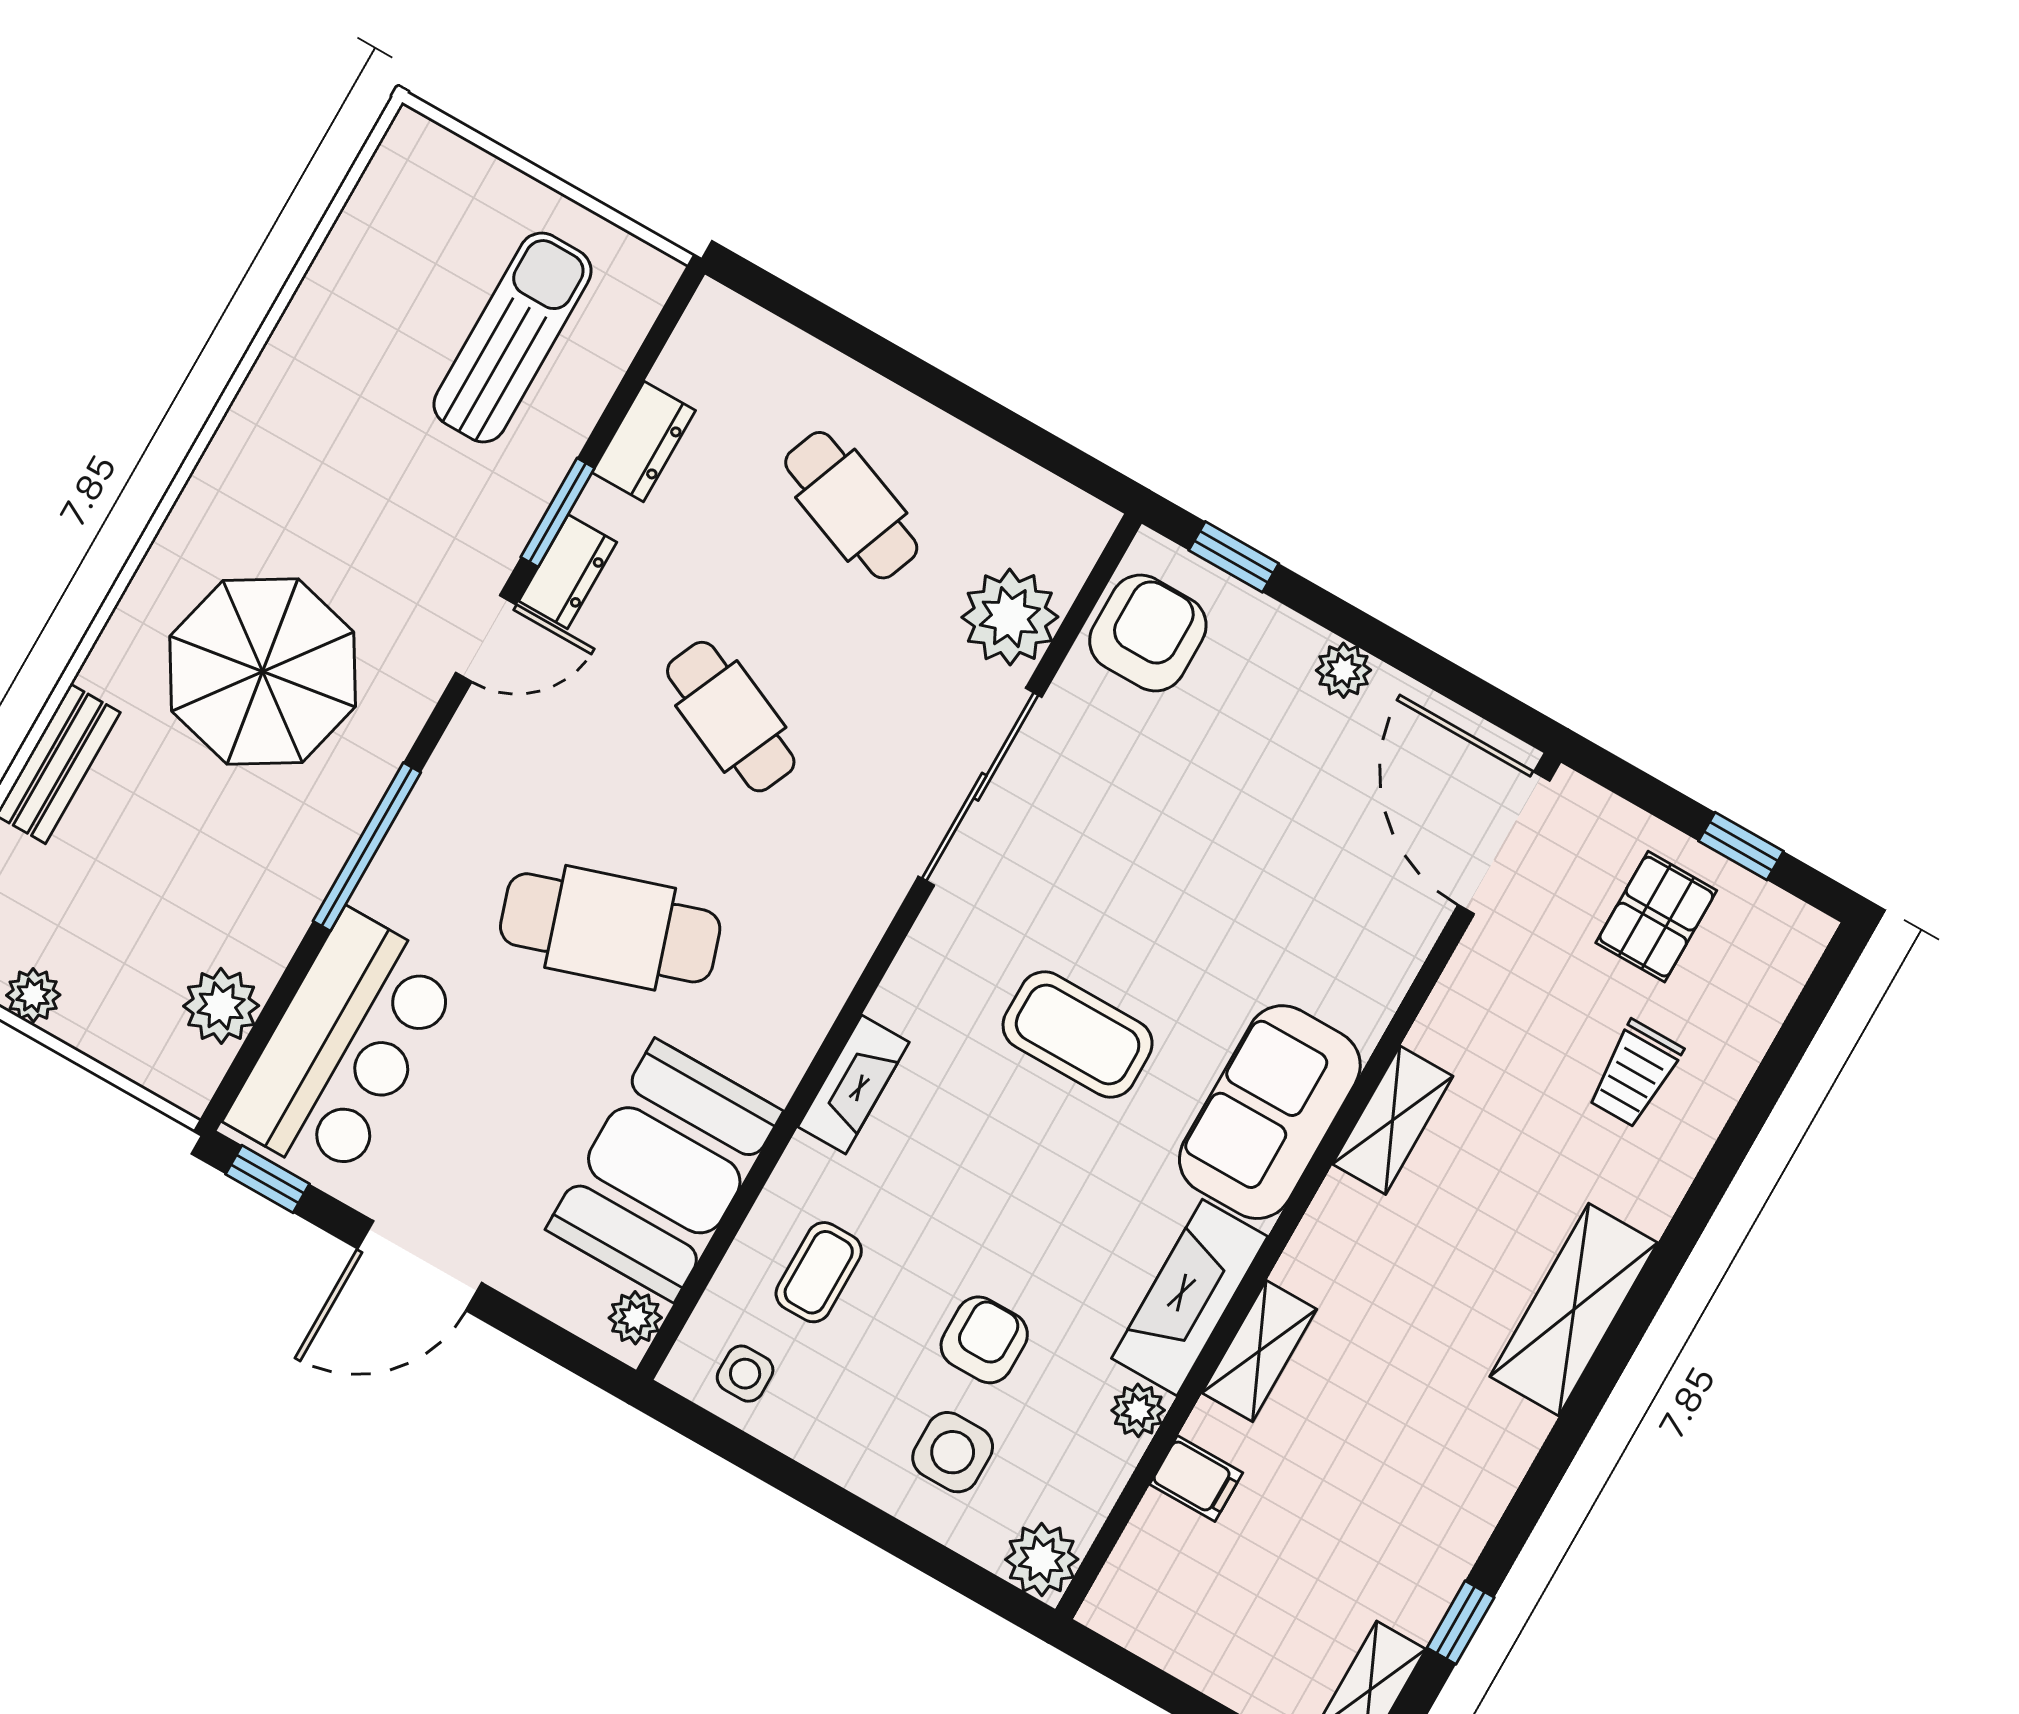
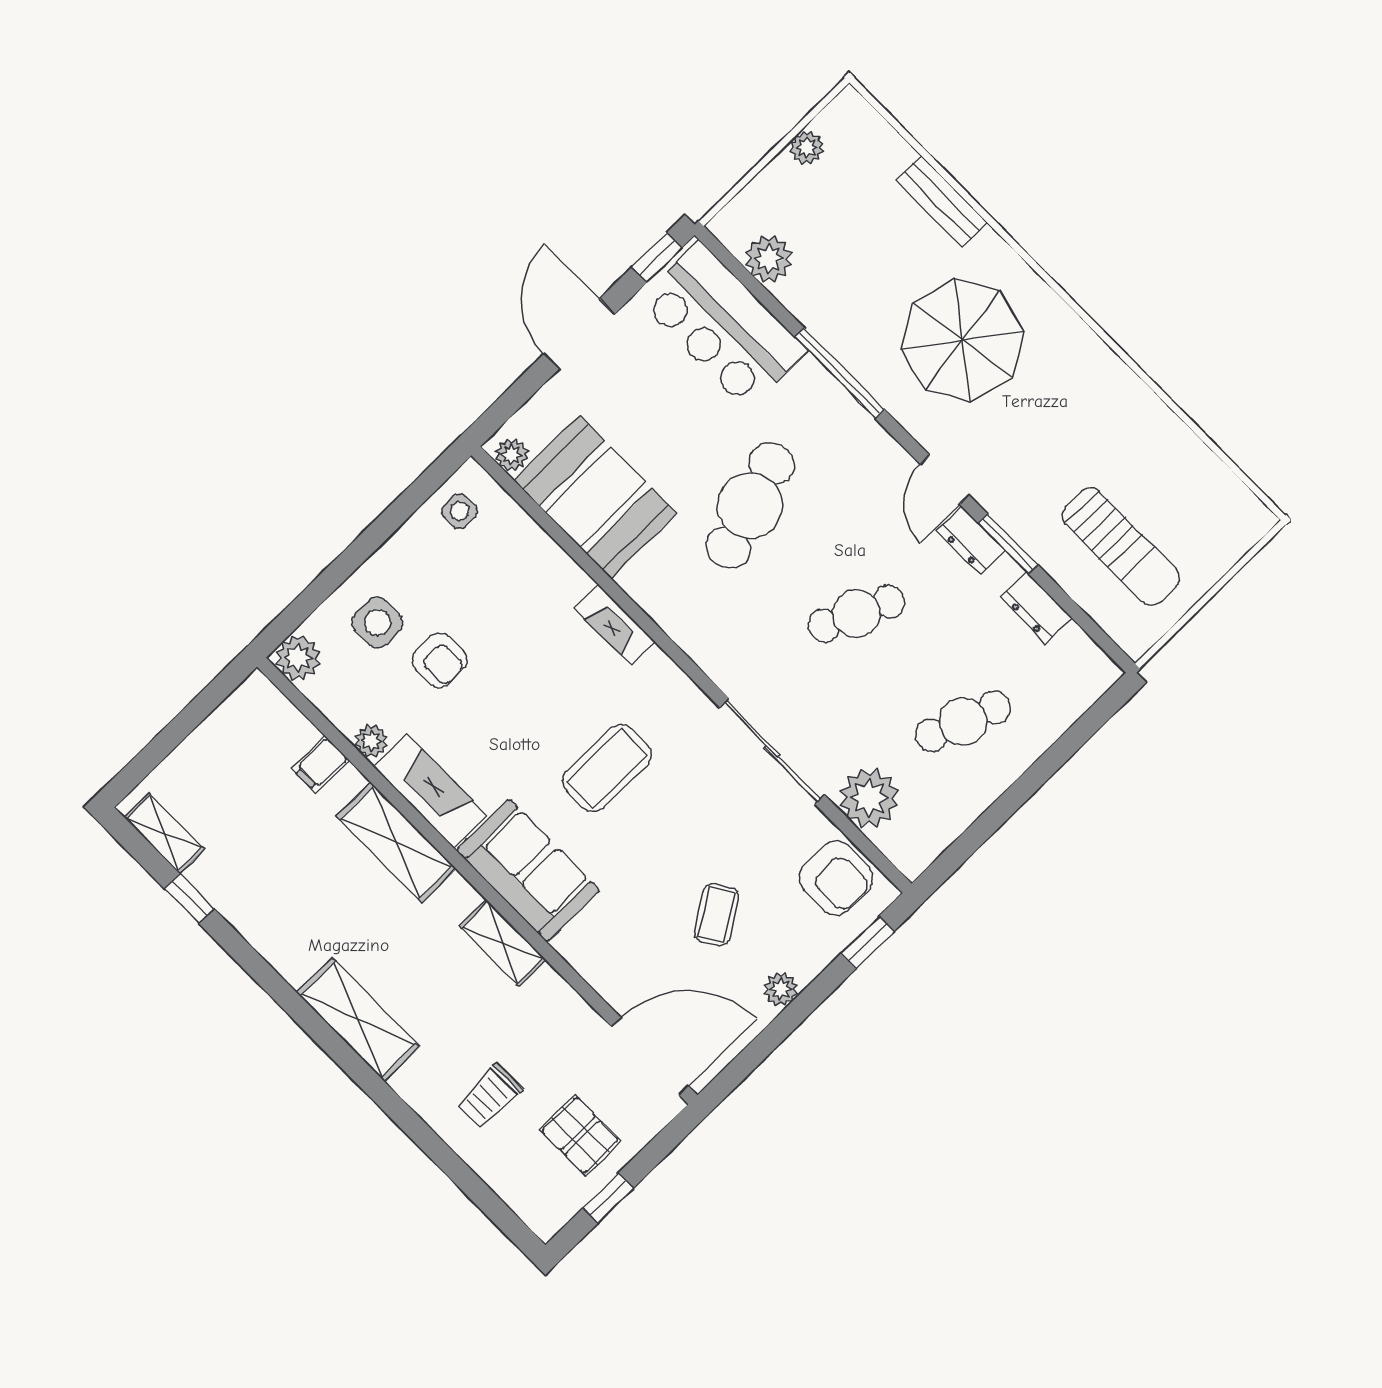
trolley: (1635, 1074) -> (489, 1096), turned -90
coffee table: (819, 1272) -> (717, 915), moved, turned 57
shelving: (1259, 1351) -> (396, 842), width x1.50, depth x1.33

